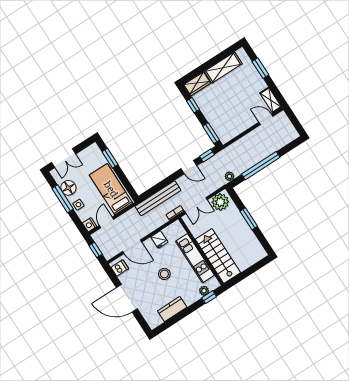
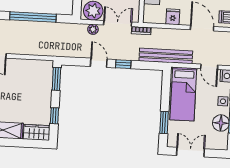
window: (207, 155) -> (123, 64), moved
double door: (63, 158) -> (191, 152), moved
plant: (229, 176) -> (93, 29), moved
bench: (158, 198) -> (166, 56), moved
door: (107, 222) -> (209, 67), hinge flipped

